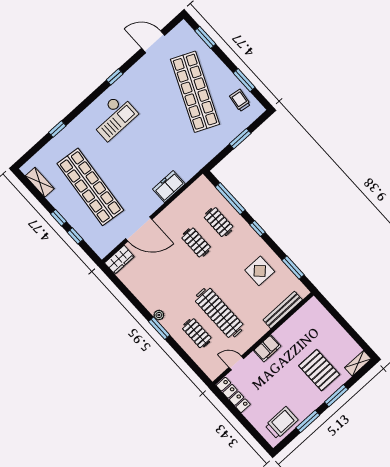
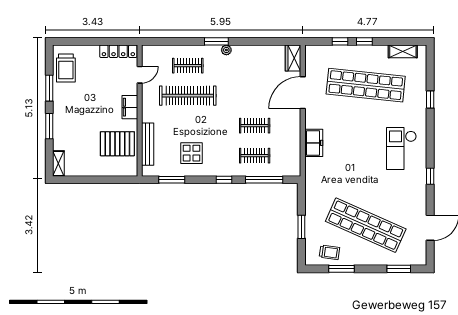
pallet: (319, 370) -> (117, 144), moved

